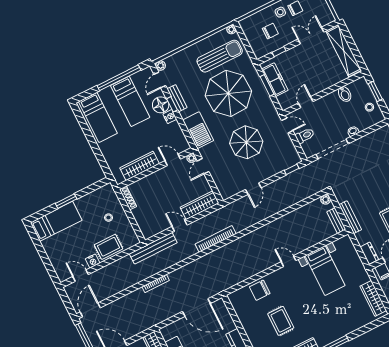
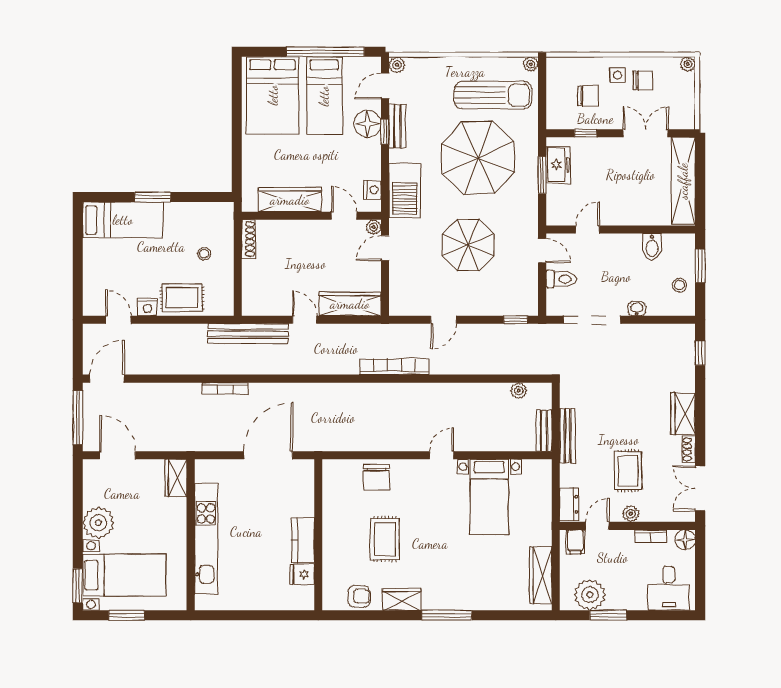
freezer: (275, 80) -> (558, 165), width x0.71
bed: (98, 117) -> (273, 95), width x1.50
nightstand: (170, 117) -> (372, 190), moved
plant: (326, 199) -> (519, 391), moved
bookcase: (216, 239) -> (394, 367), moved
door: (288, 261) -> (442, 455), hinge flipped
chair: (260, 290) -> (376, 477), turned -90
door: (196, 307) -> (268, 455), swing flipped

